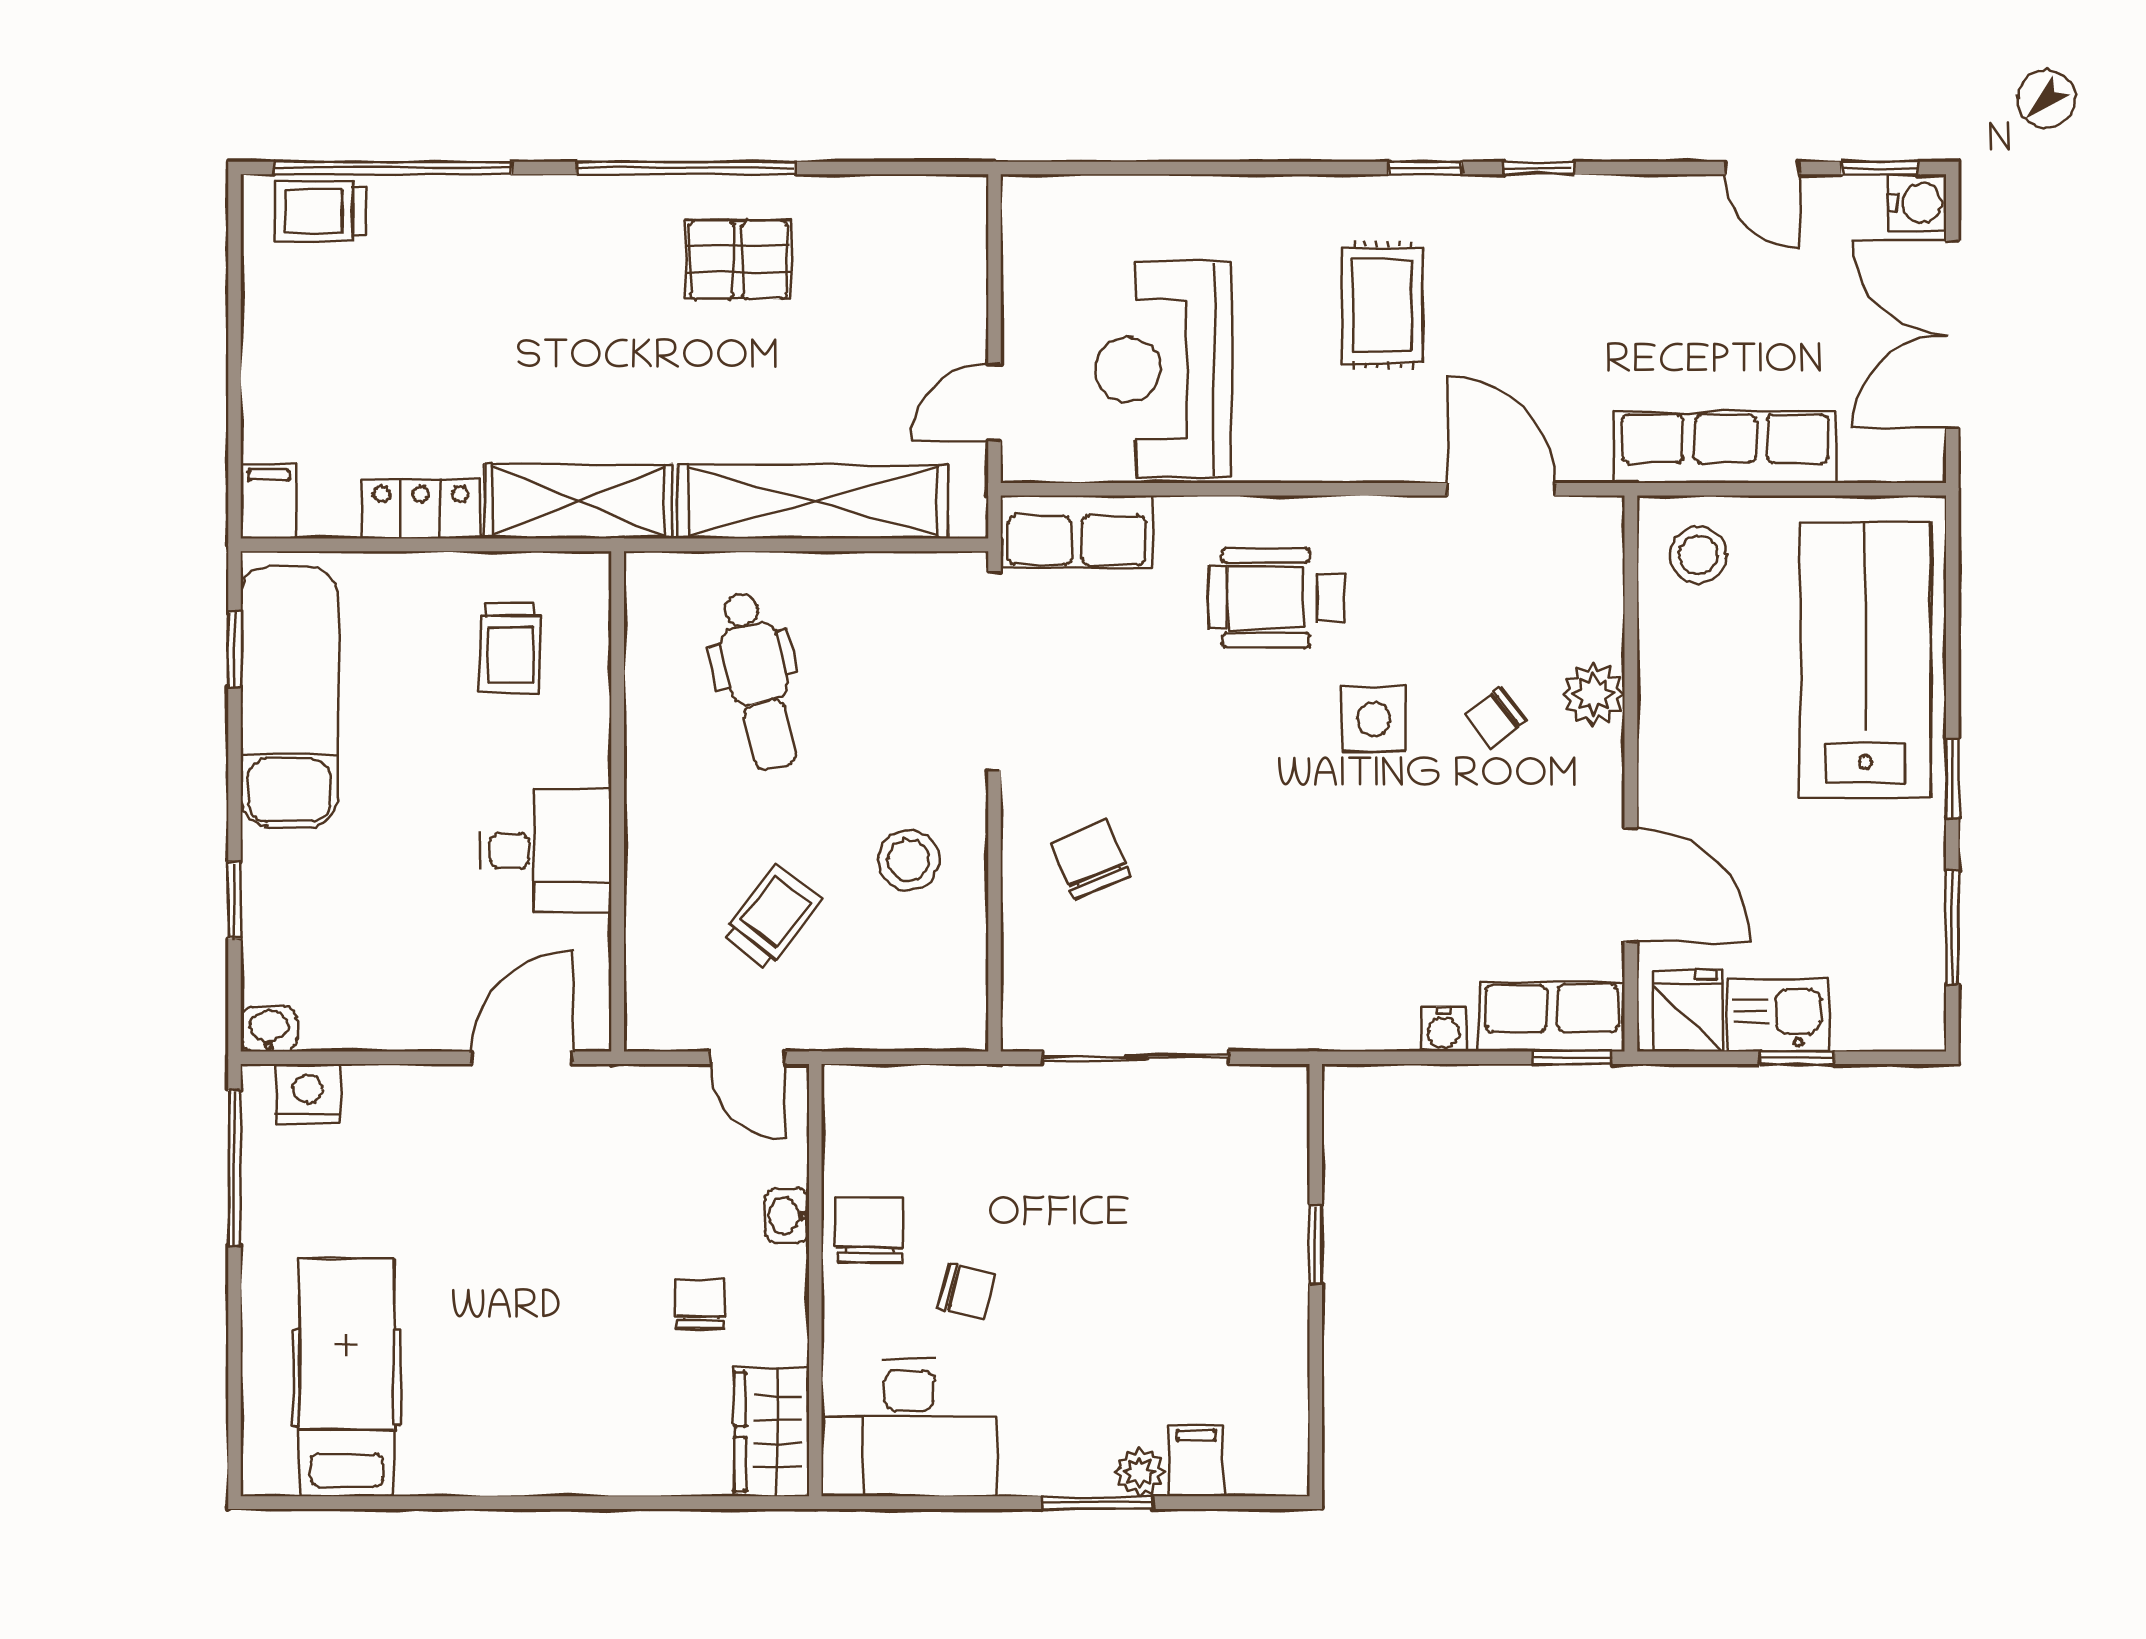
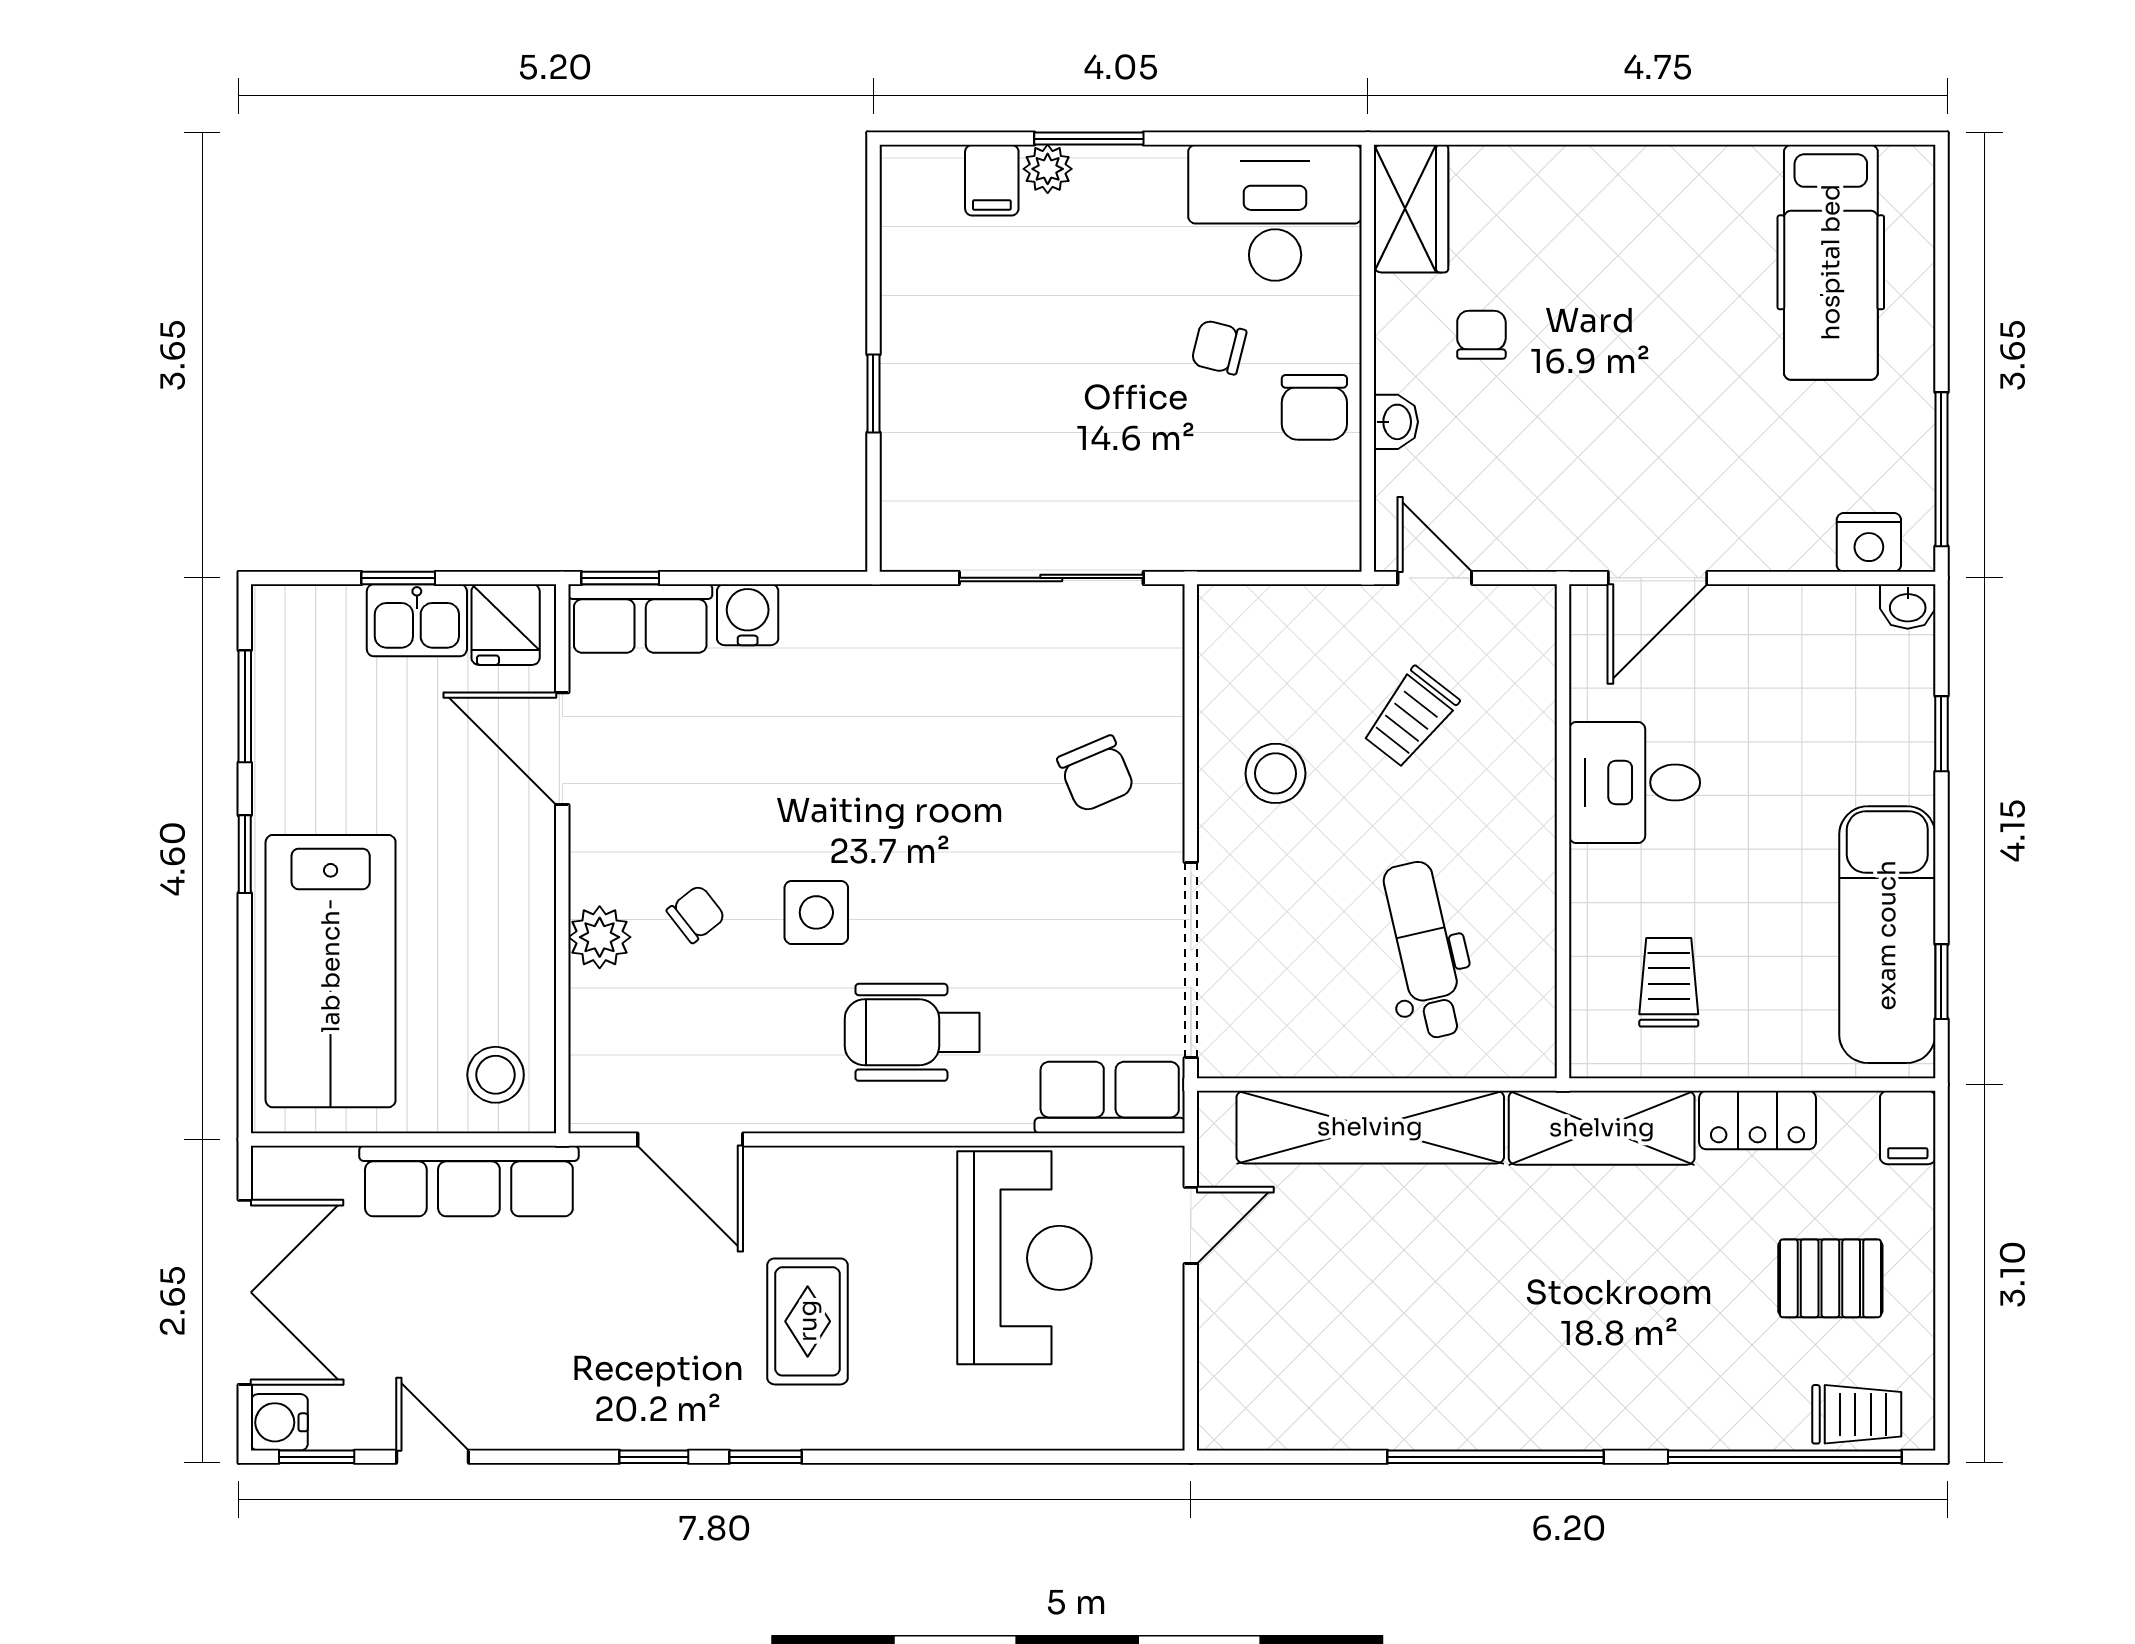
pallet: (738, 260) -> (1830, 1278), moved
wheelchair: (1277, 598) -> (912, 1032), turned 180
water cooler: (1443, 1029) -> (748, 615), width x1.38, depth x1.38
chair: (700, 1304) -> (1481, 335), turned 180

